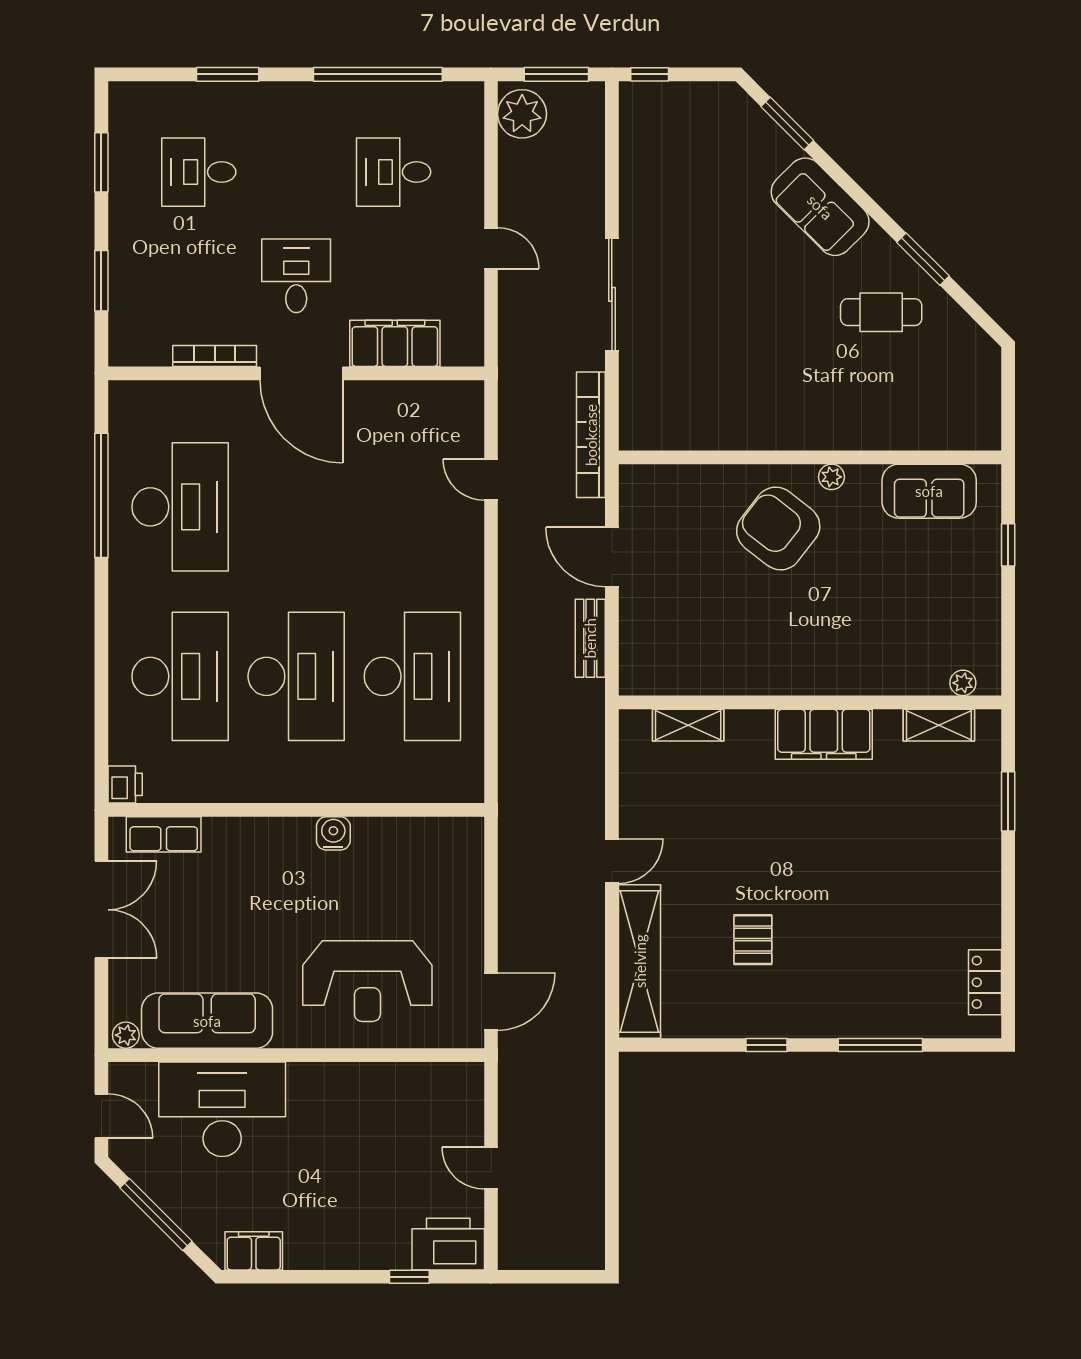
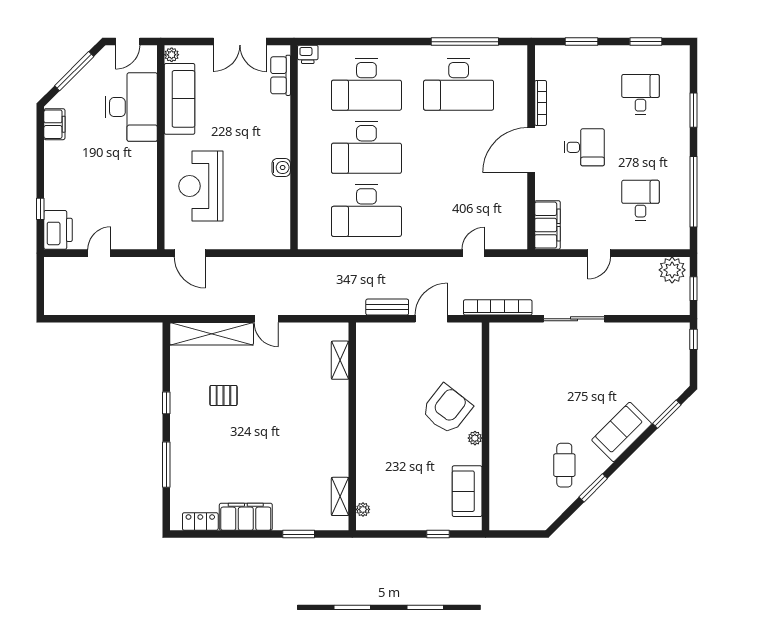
window: (556, 74) -> (693, 289), width x0.67
filing cabinet: (395, 343) -> (547, 225), moved
filing cabinet: (824, 734) -> (246, 517), moved, turned 90

